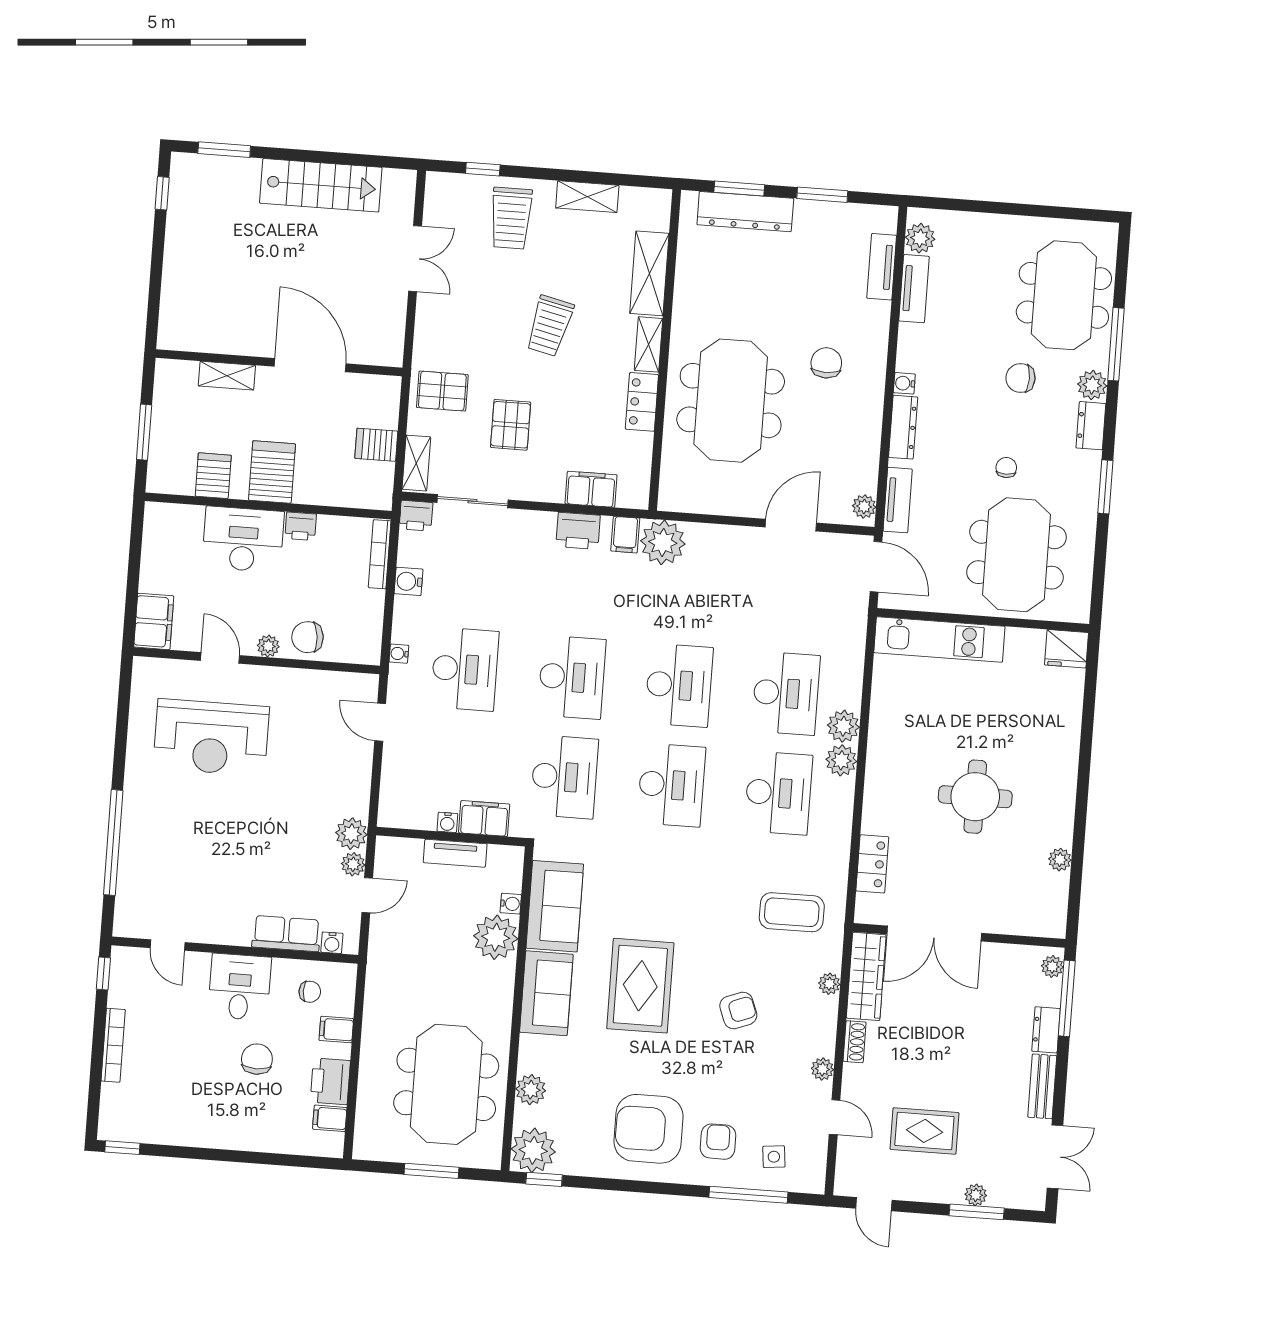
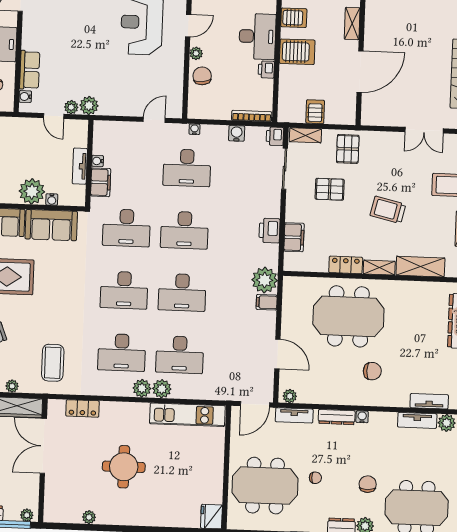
filing cabinet: (625, 535) -> (267, 302), moved
kitchen unit: (939, 639) -> (187, 415), moved, turned -90

